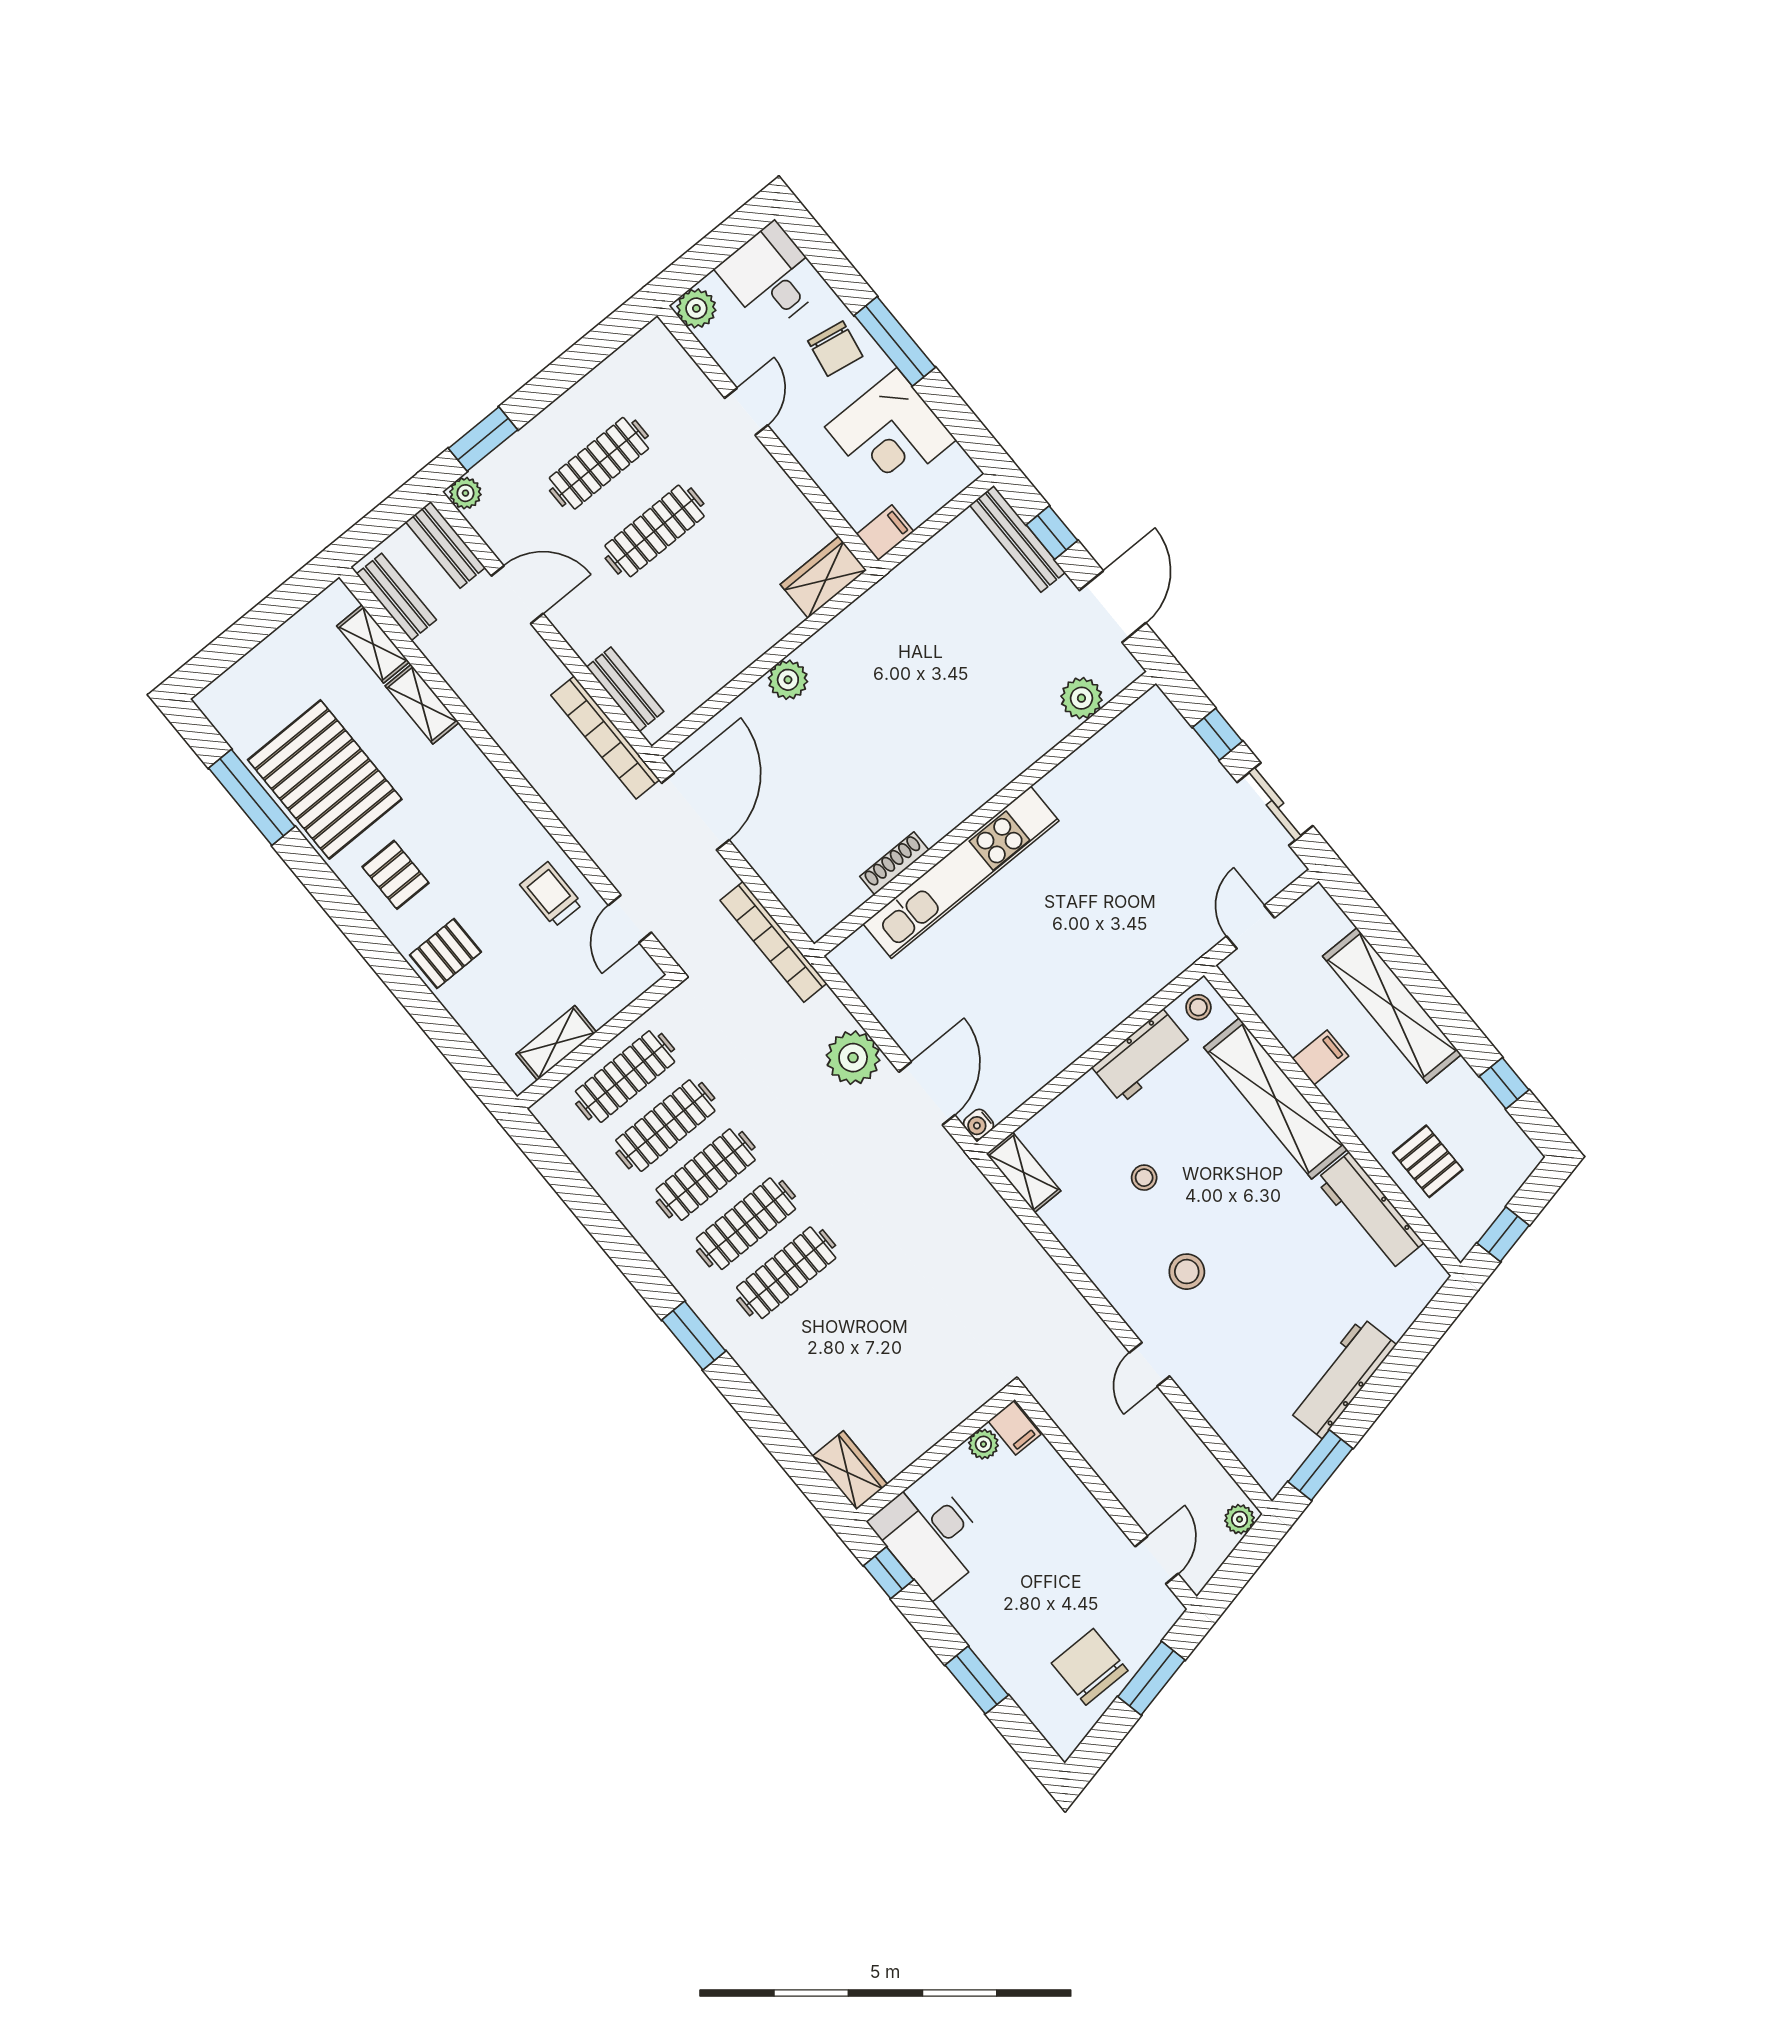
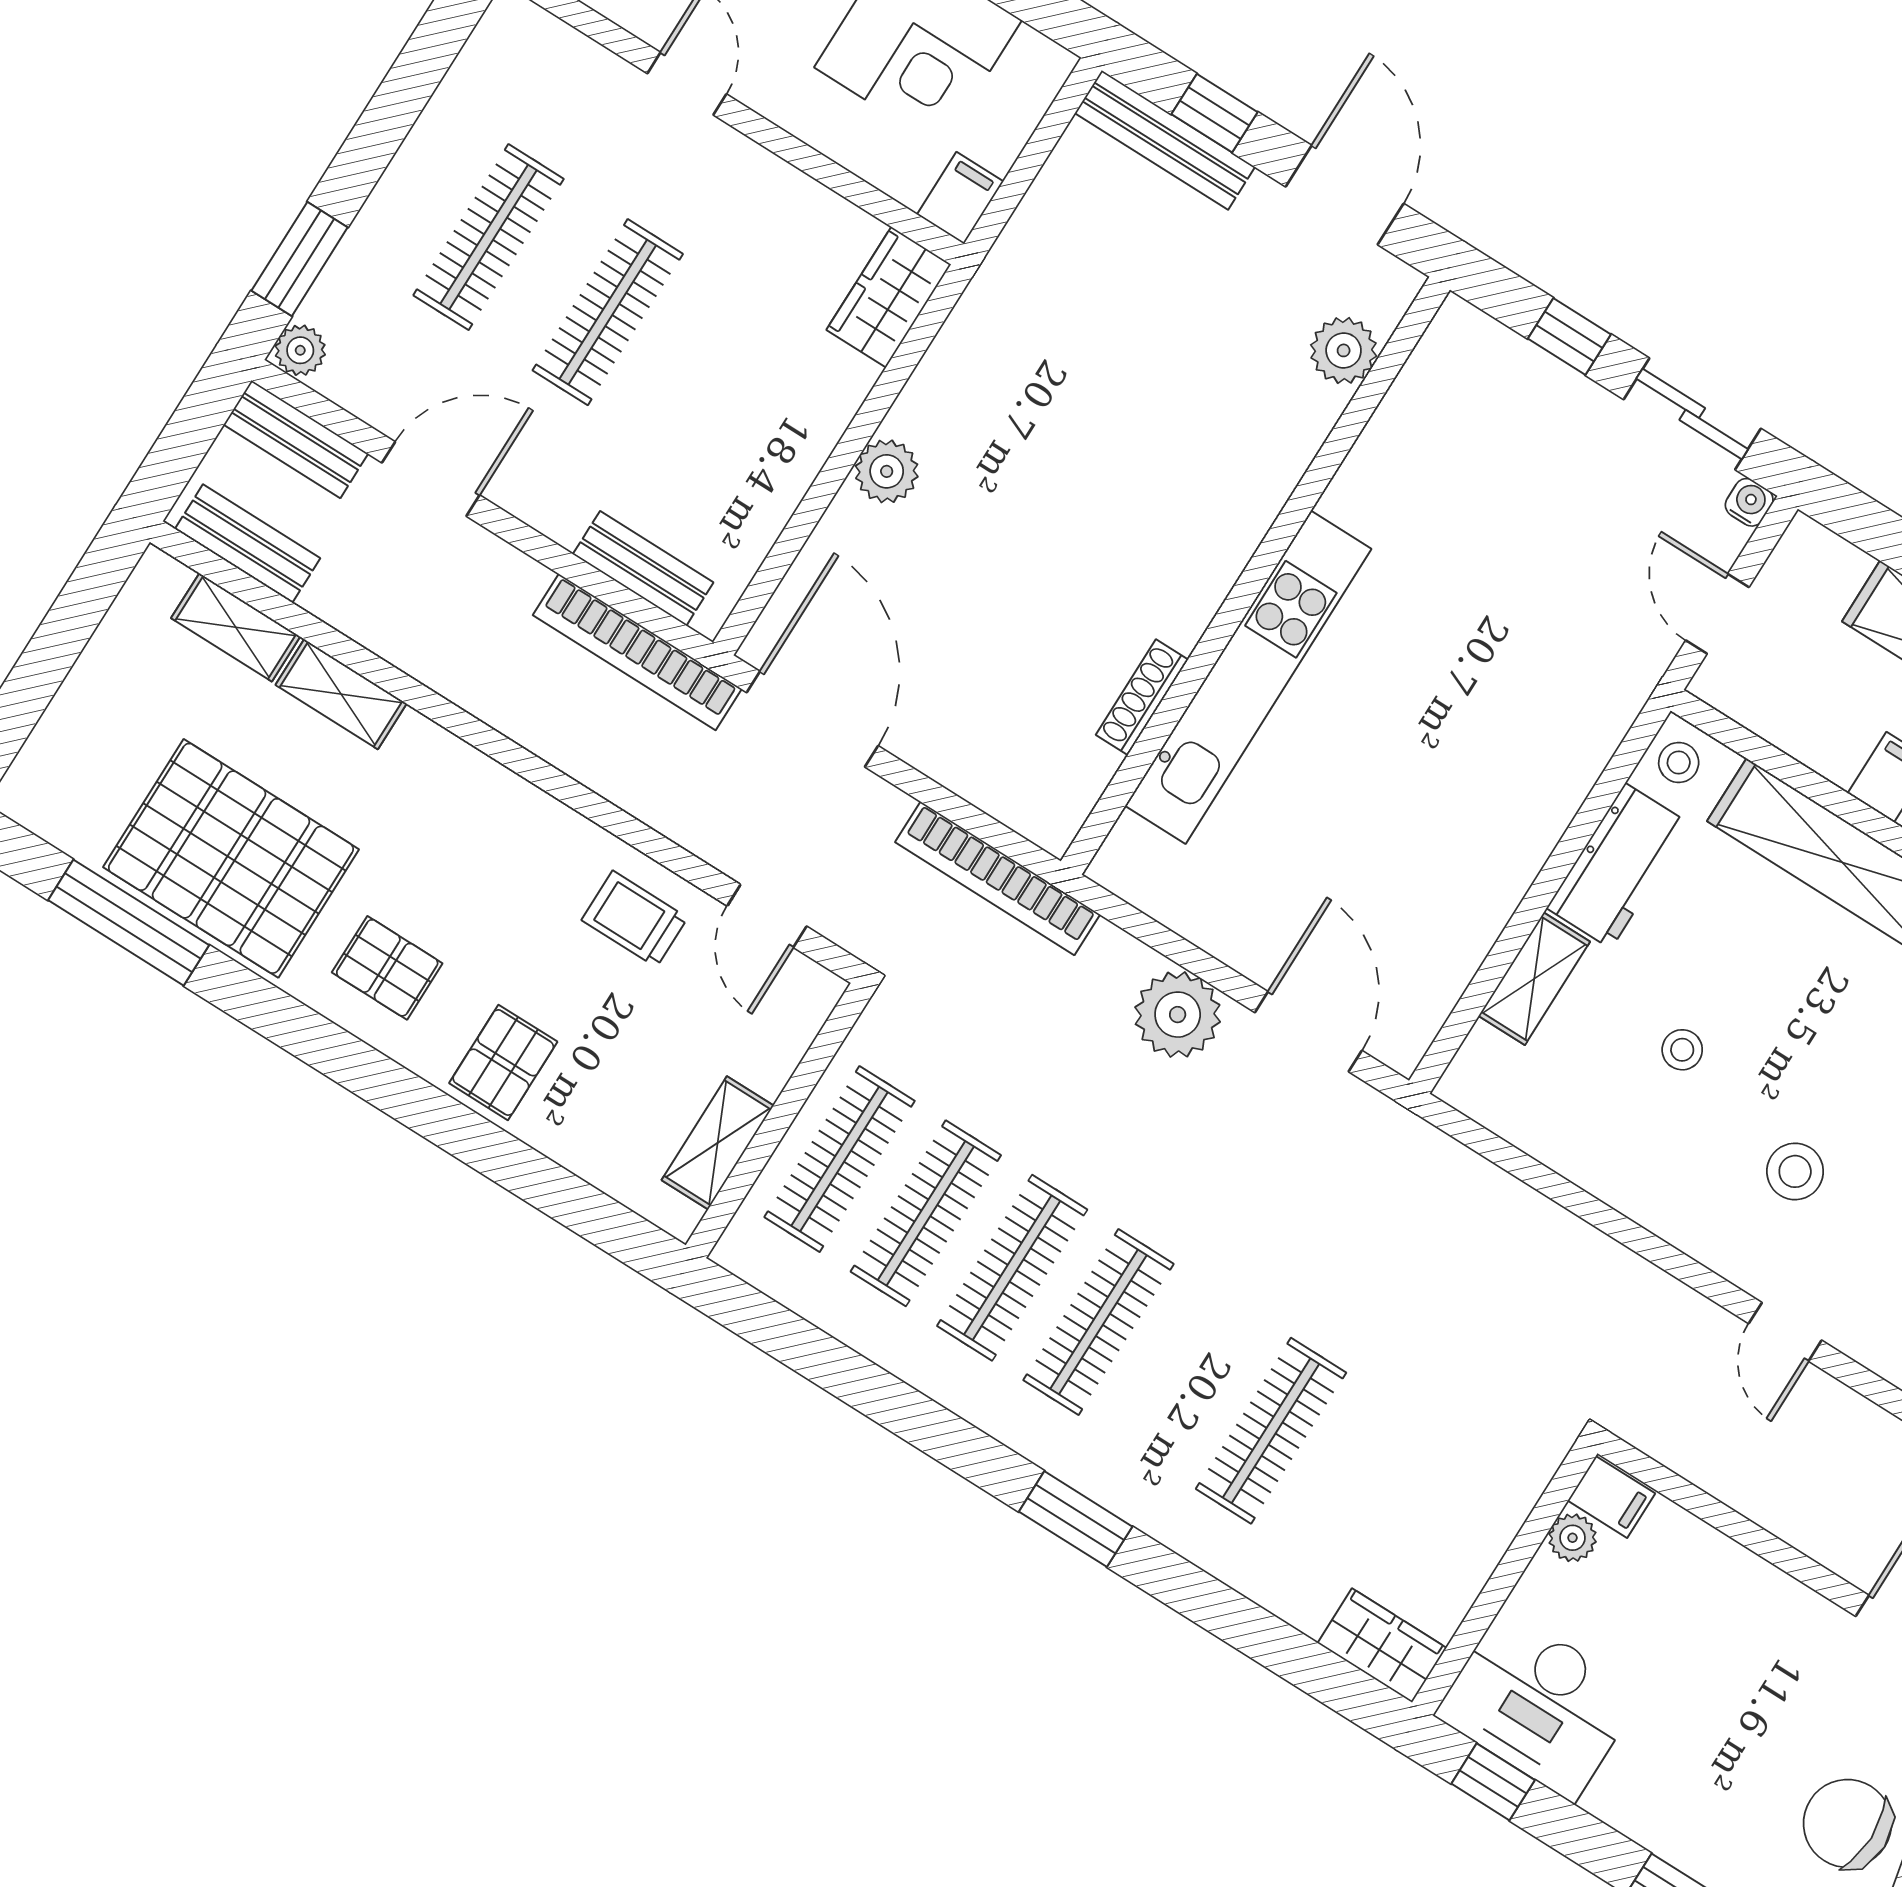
water cooler: (978, 1124) -> (1749, 502), moved, turned 180
shelving: (1024, 1172) -> (1534, 979), moved, turned 90
clothes rail: (786, 1273) -> (1271, 1431), moved

